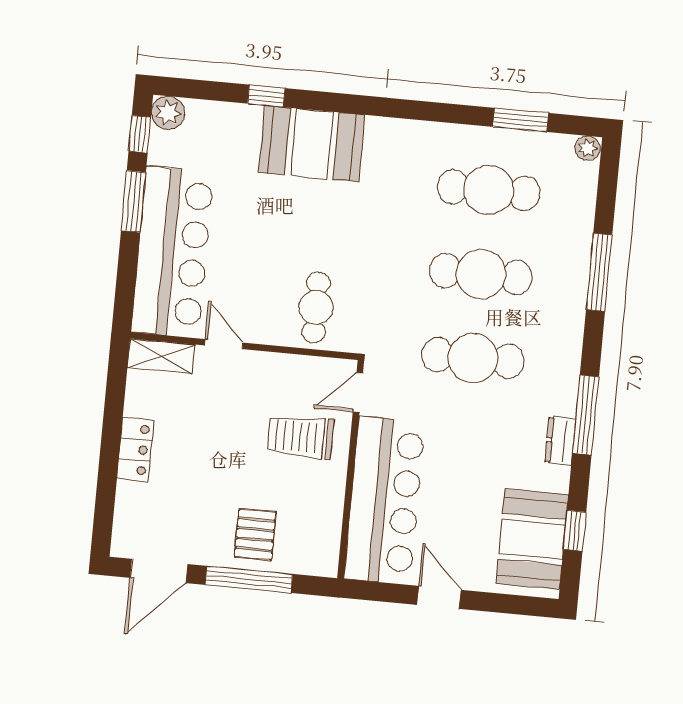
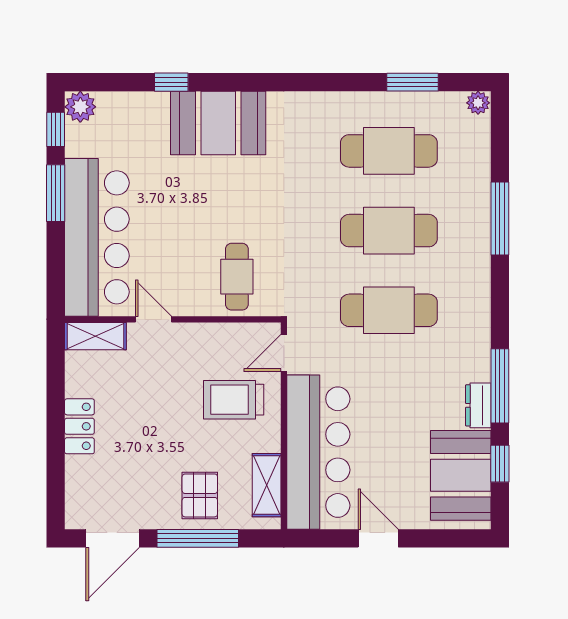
window: (586, 415) -> (500, 386), moved
dresser: (560, 441) -> (478, 405), moved
shelving: (327, 530) -> (267, 485), added

